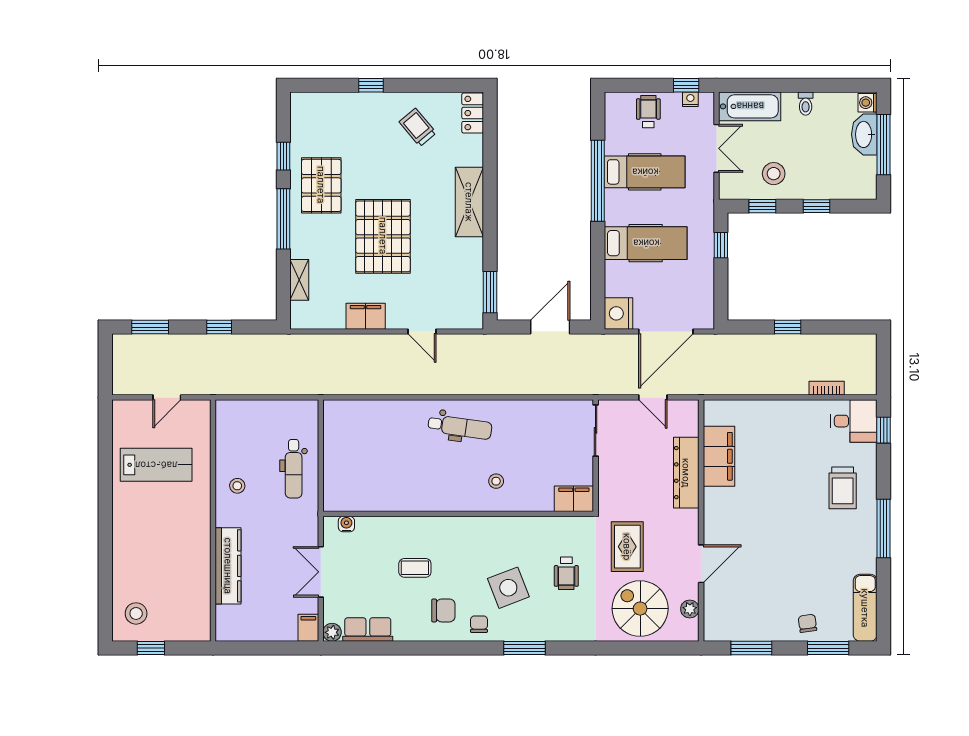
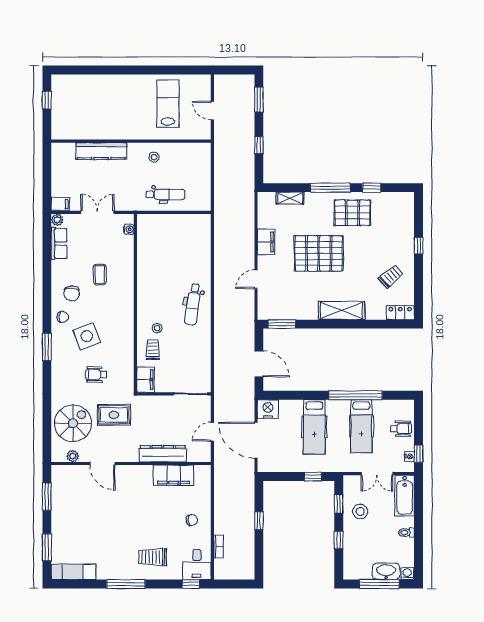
lab bench: (156, 465) -> (168, 104), turned 180
dental chair: (294, 469) -> (165, 194), turned 180
trolley: (529, 488) -> (153, 350), added
stool: (136, 613) -> (70, 90), removed
chair: (807, 623) -> (192, 520), moved

